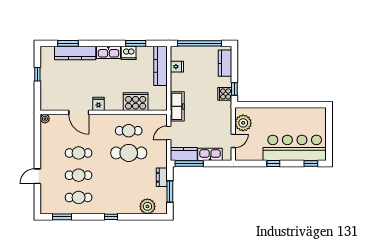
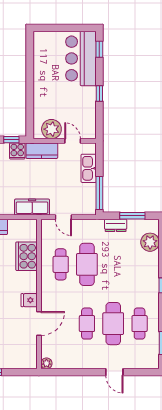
bar counter: (295, 148) -> (81, 58), width x0.73
kitchen counter: (184, 154) -> (42, 151), moved, turned -90
cafe table: (79, 175) -> (113, 324), width x1.37, depth x1.35

